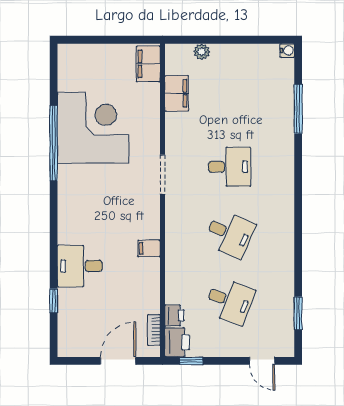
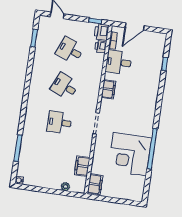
filing cabinet: (149, 248) -> (109, 89), width x2.00
desk: (80, 266) -> (119, 62), moved, turned 180

